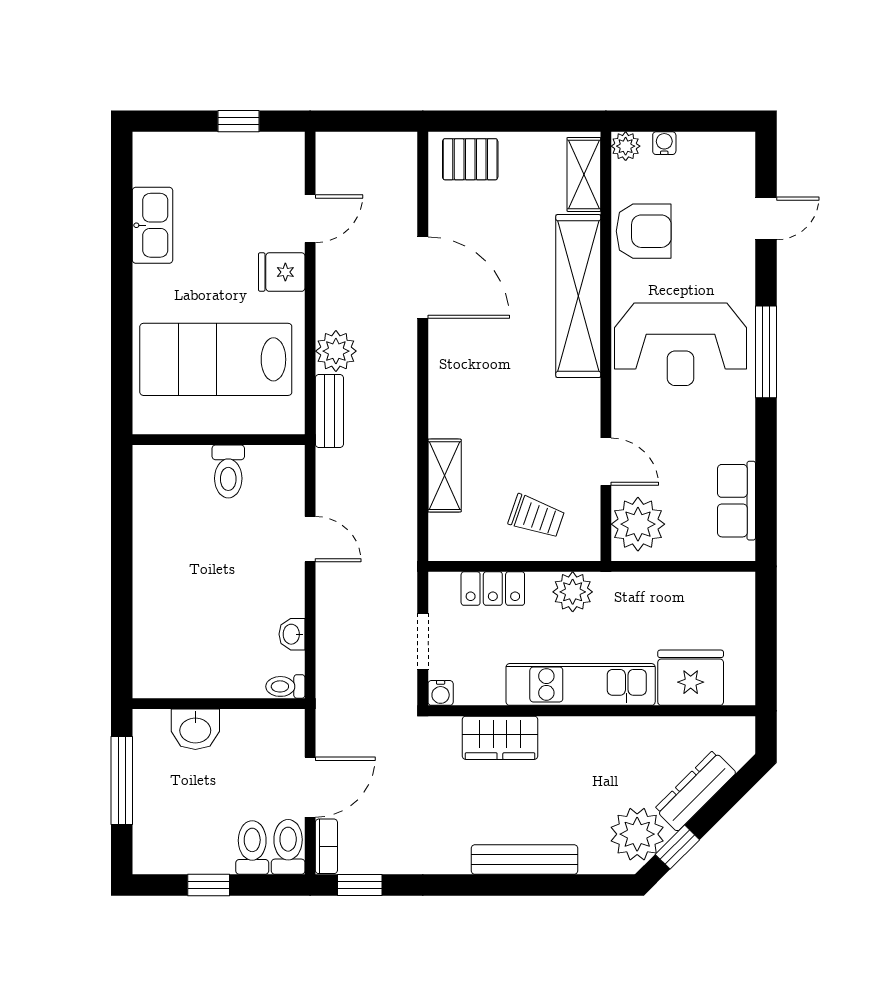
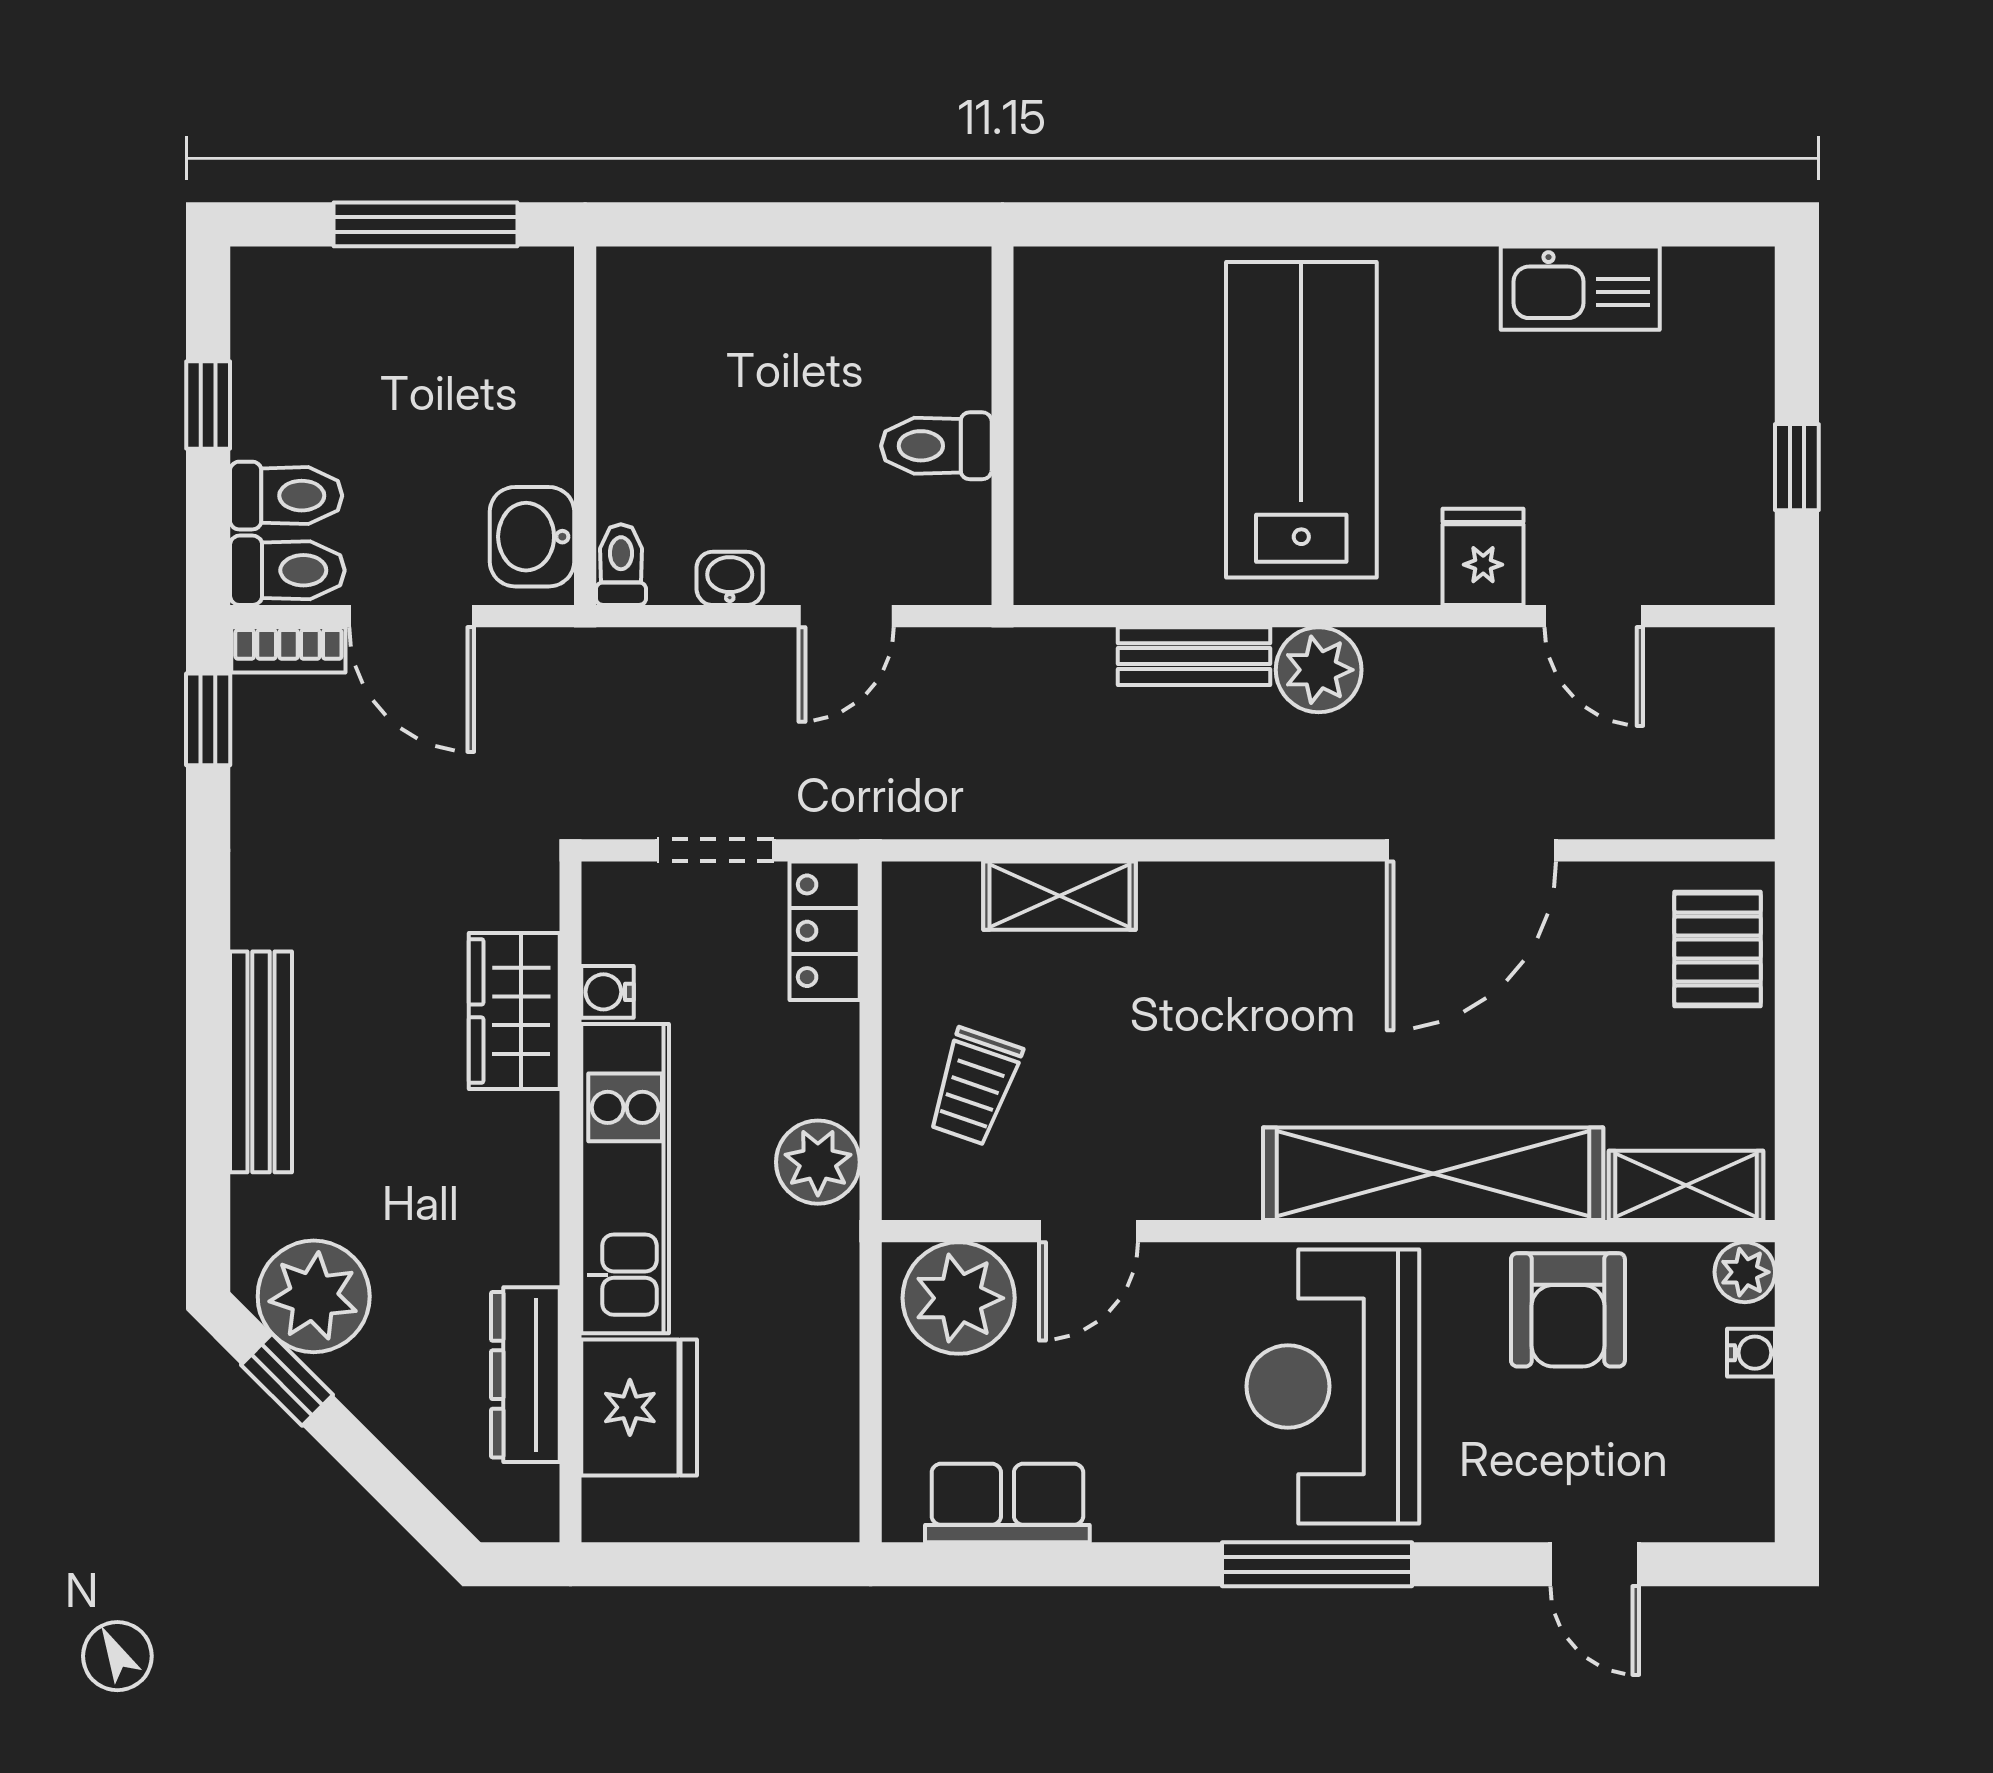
wall: (219, 440) -> (1002, 426), moved
toilet: (228, 471) -> (936, 446), moved
door: (310, 539) -> (846, 616), moved
locker: (493, 589) -> (825, 931), moved
water cooler: (441, 693) -> (608, 992), moved
washbasin: (195, 729) -> (532, 537), moved
dresser: (695, 791) -> (525, 1375), moved, turned -135

